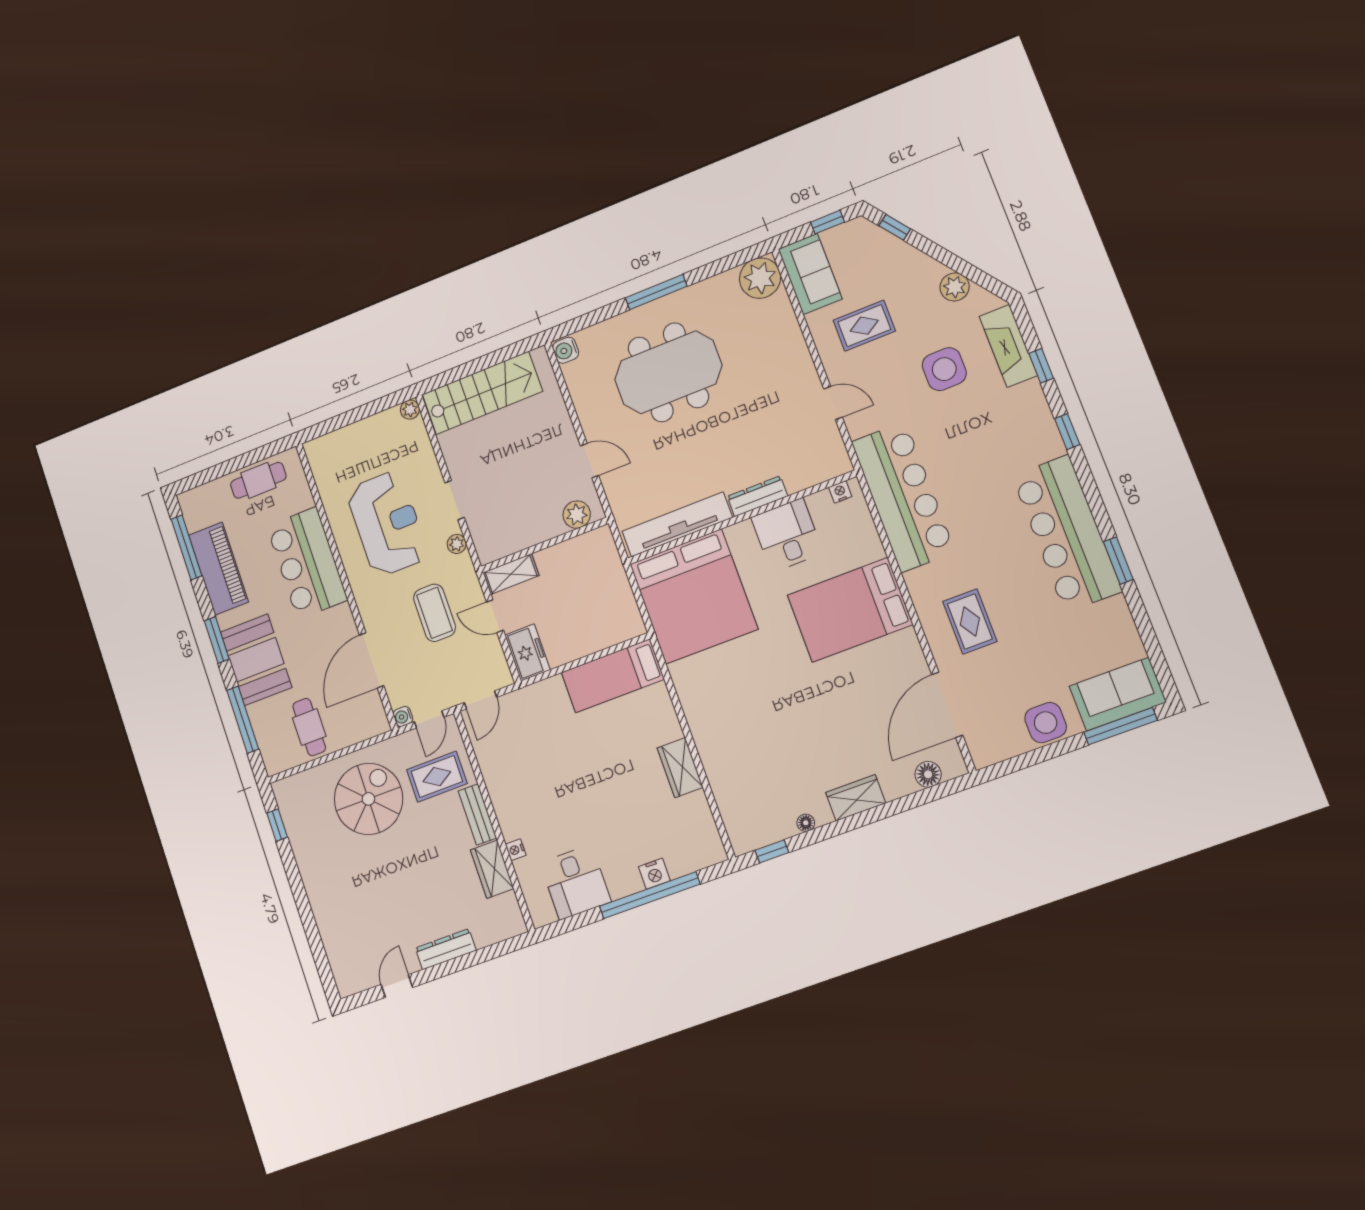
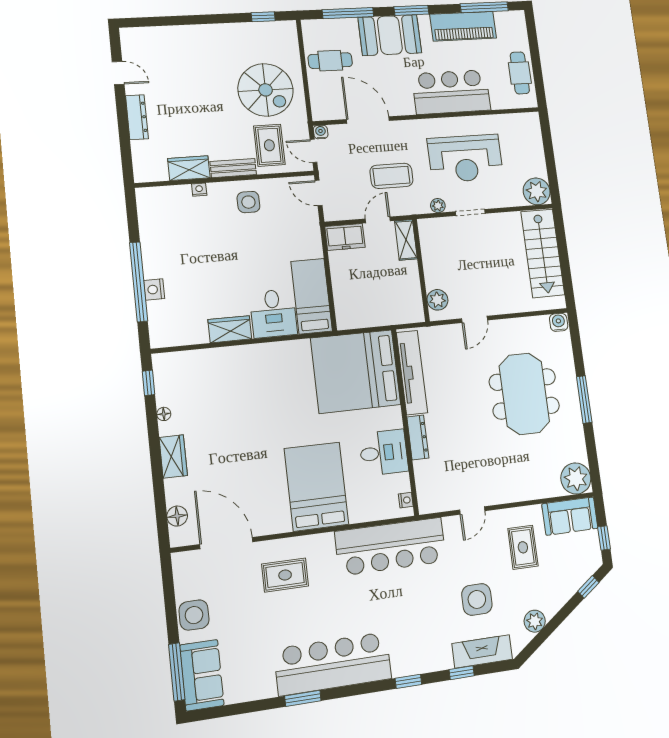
plant: (410, 410) -> (537, 191), width x1.88, depth x1.88
side table: (515, 785) -> (248, 202), added
desk: (575, 882) -> (273, 313), moved, turned -90

